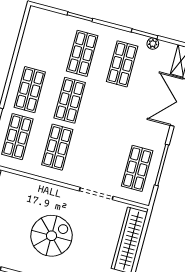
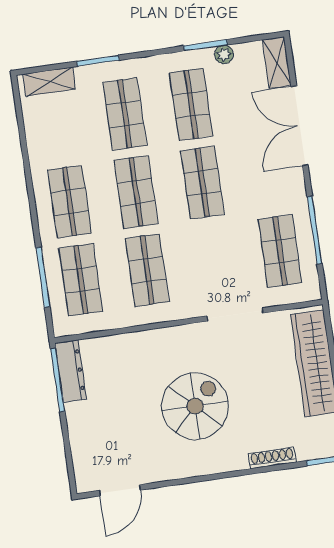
shelving: (47, 17) -> (49, 82), added
shop shelf: (110, 111) -> (202, 182), added

